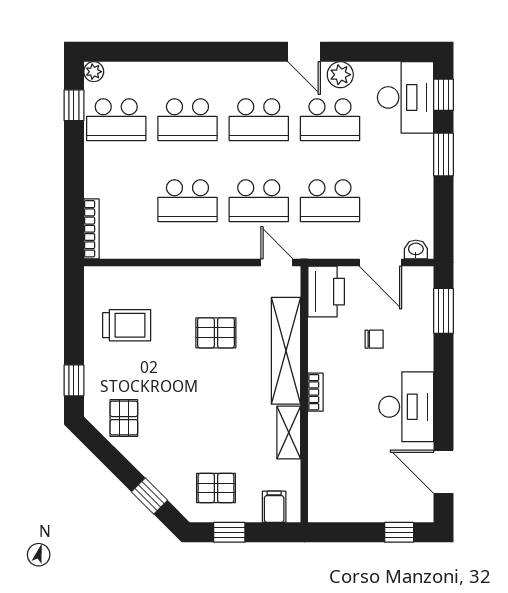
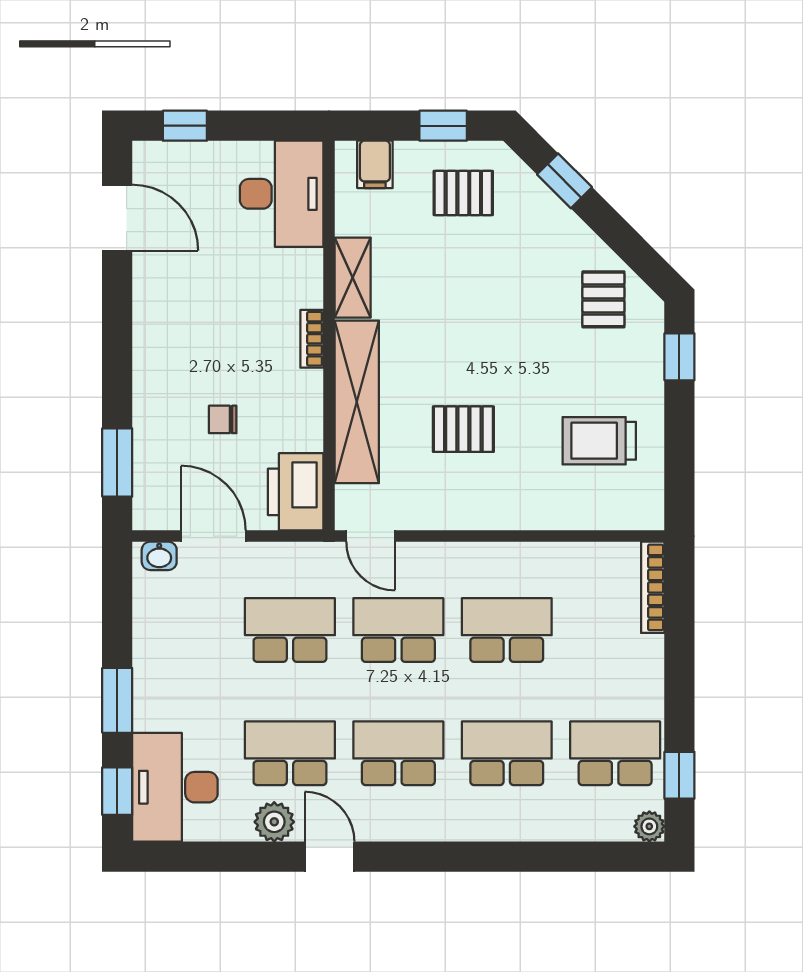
desk: (406, 407) -> (282, 194), moved, turned 180

